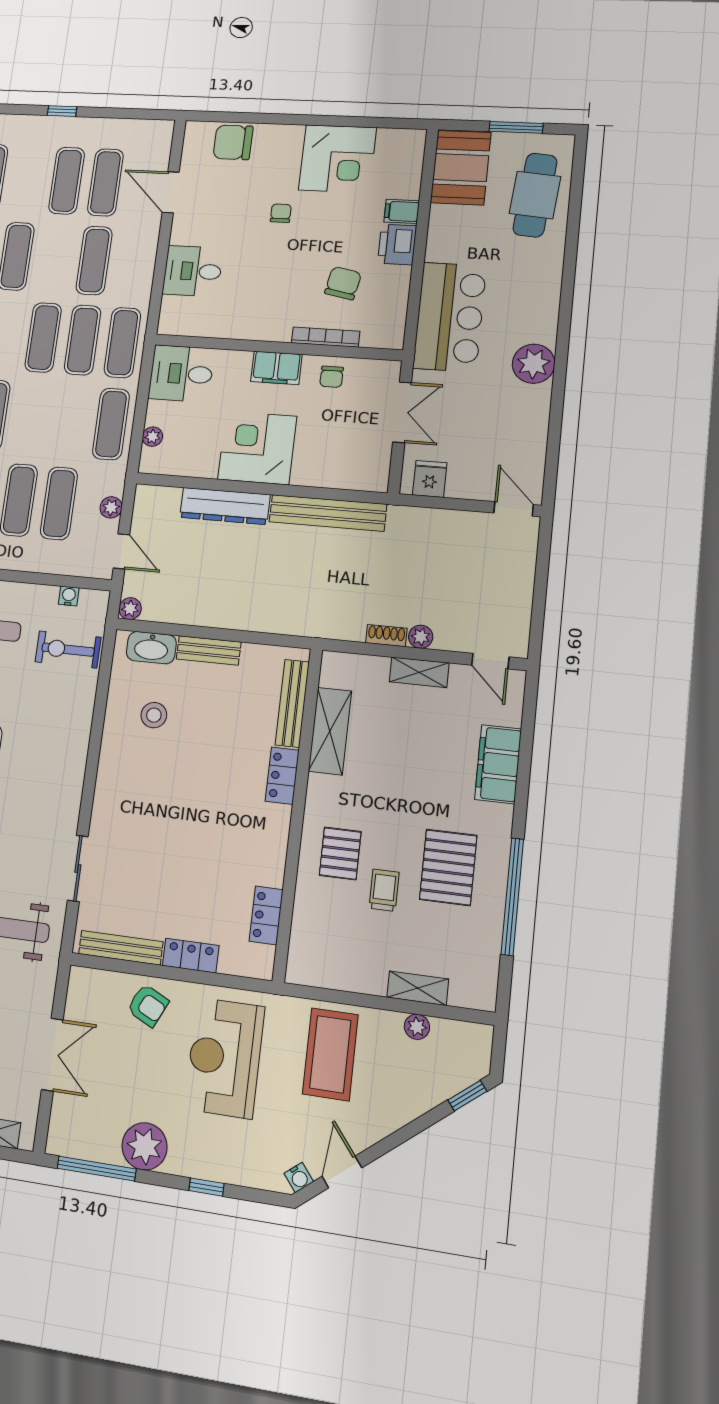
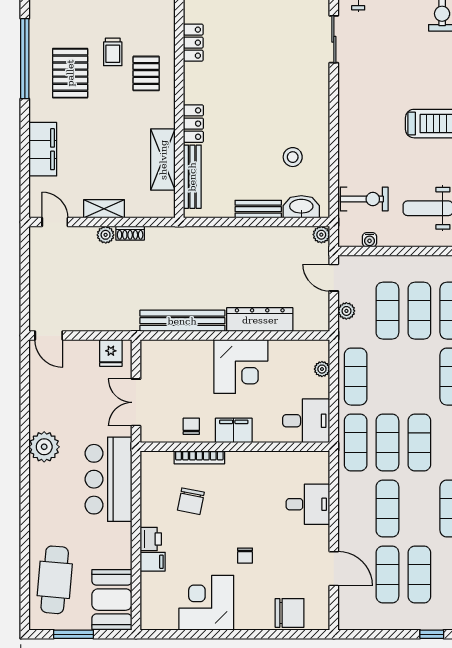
printer: (397, 244) -> (151, 539), width x0.73, depth x0.81
locker: (266, 915) -> (193, 43), moved

